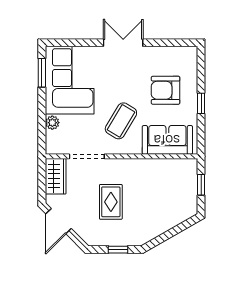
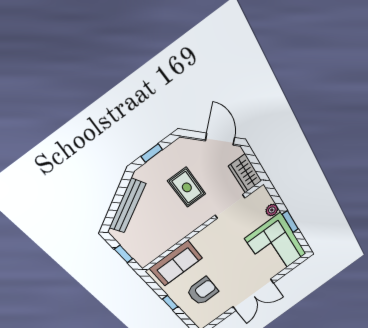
double door: (123, 43) -> (253, 295), width x1.37
window: (42, 73) -> (290, 222), moved
coffee table: (121, 121) -> (221, 249), removed
bench: (166, 223) -> (127, 206), added

